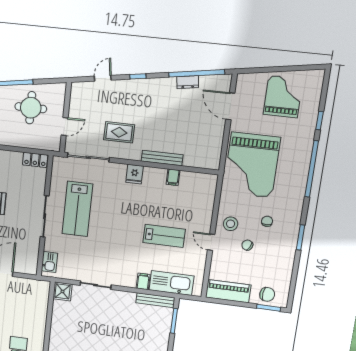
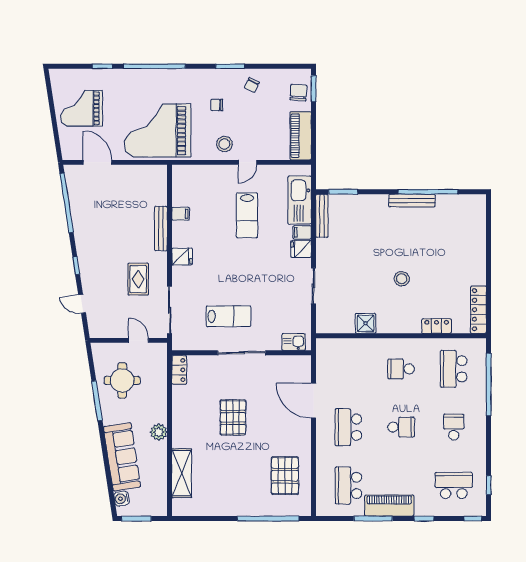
dresser: (188, 82) -> (77, 211), removed
door: (230, 106) -> (97, 162), swing flipped
grand piano: (252, 165) -> (158, 131), turned 180
lab bench: (77, 209) -> (228, 316), width x0.73, depth x0.72
lab bench: (164, 236) -> (247, 215), turned 180
chair: (247, 245) -> (252, 85), moved
fridge: (129, 279) -> (301, 249), added
shower: (63, 291) -> (366, 323), moved

